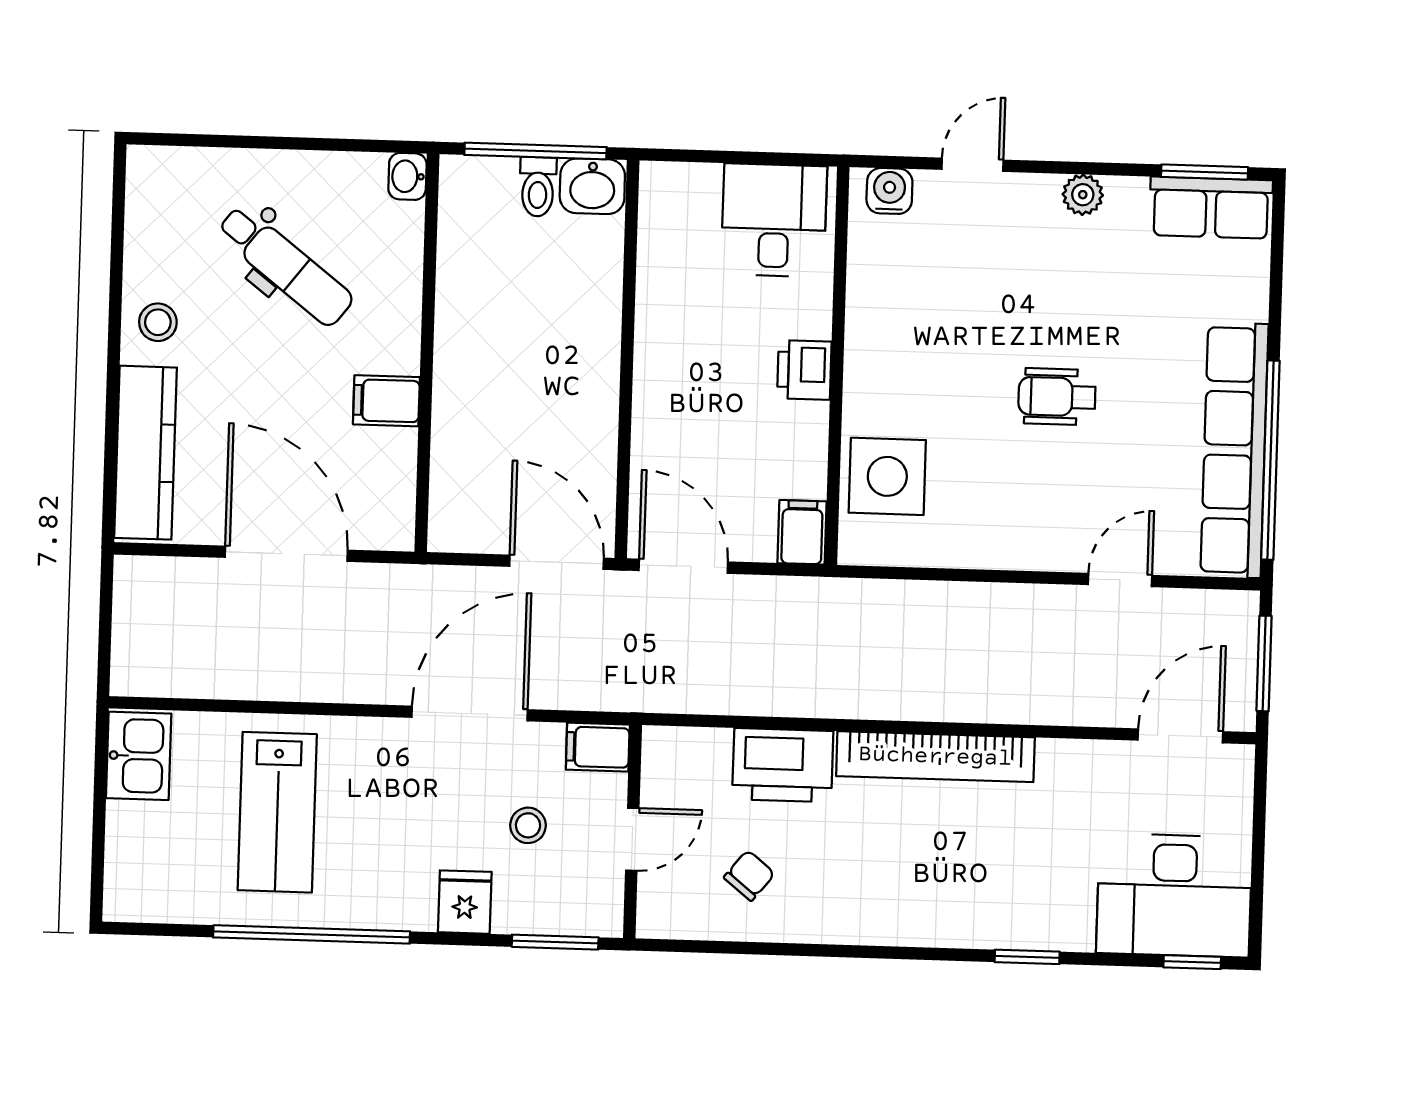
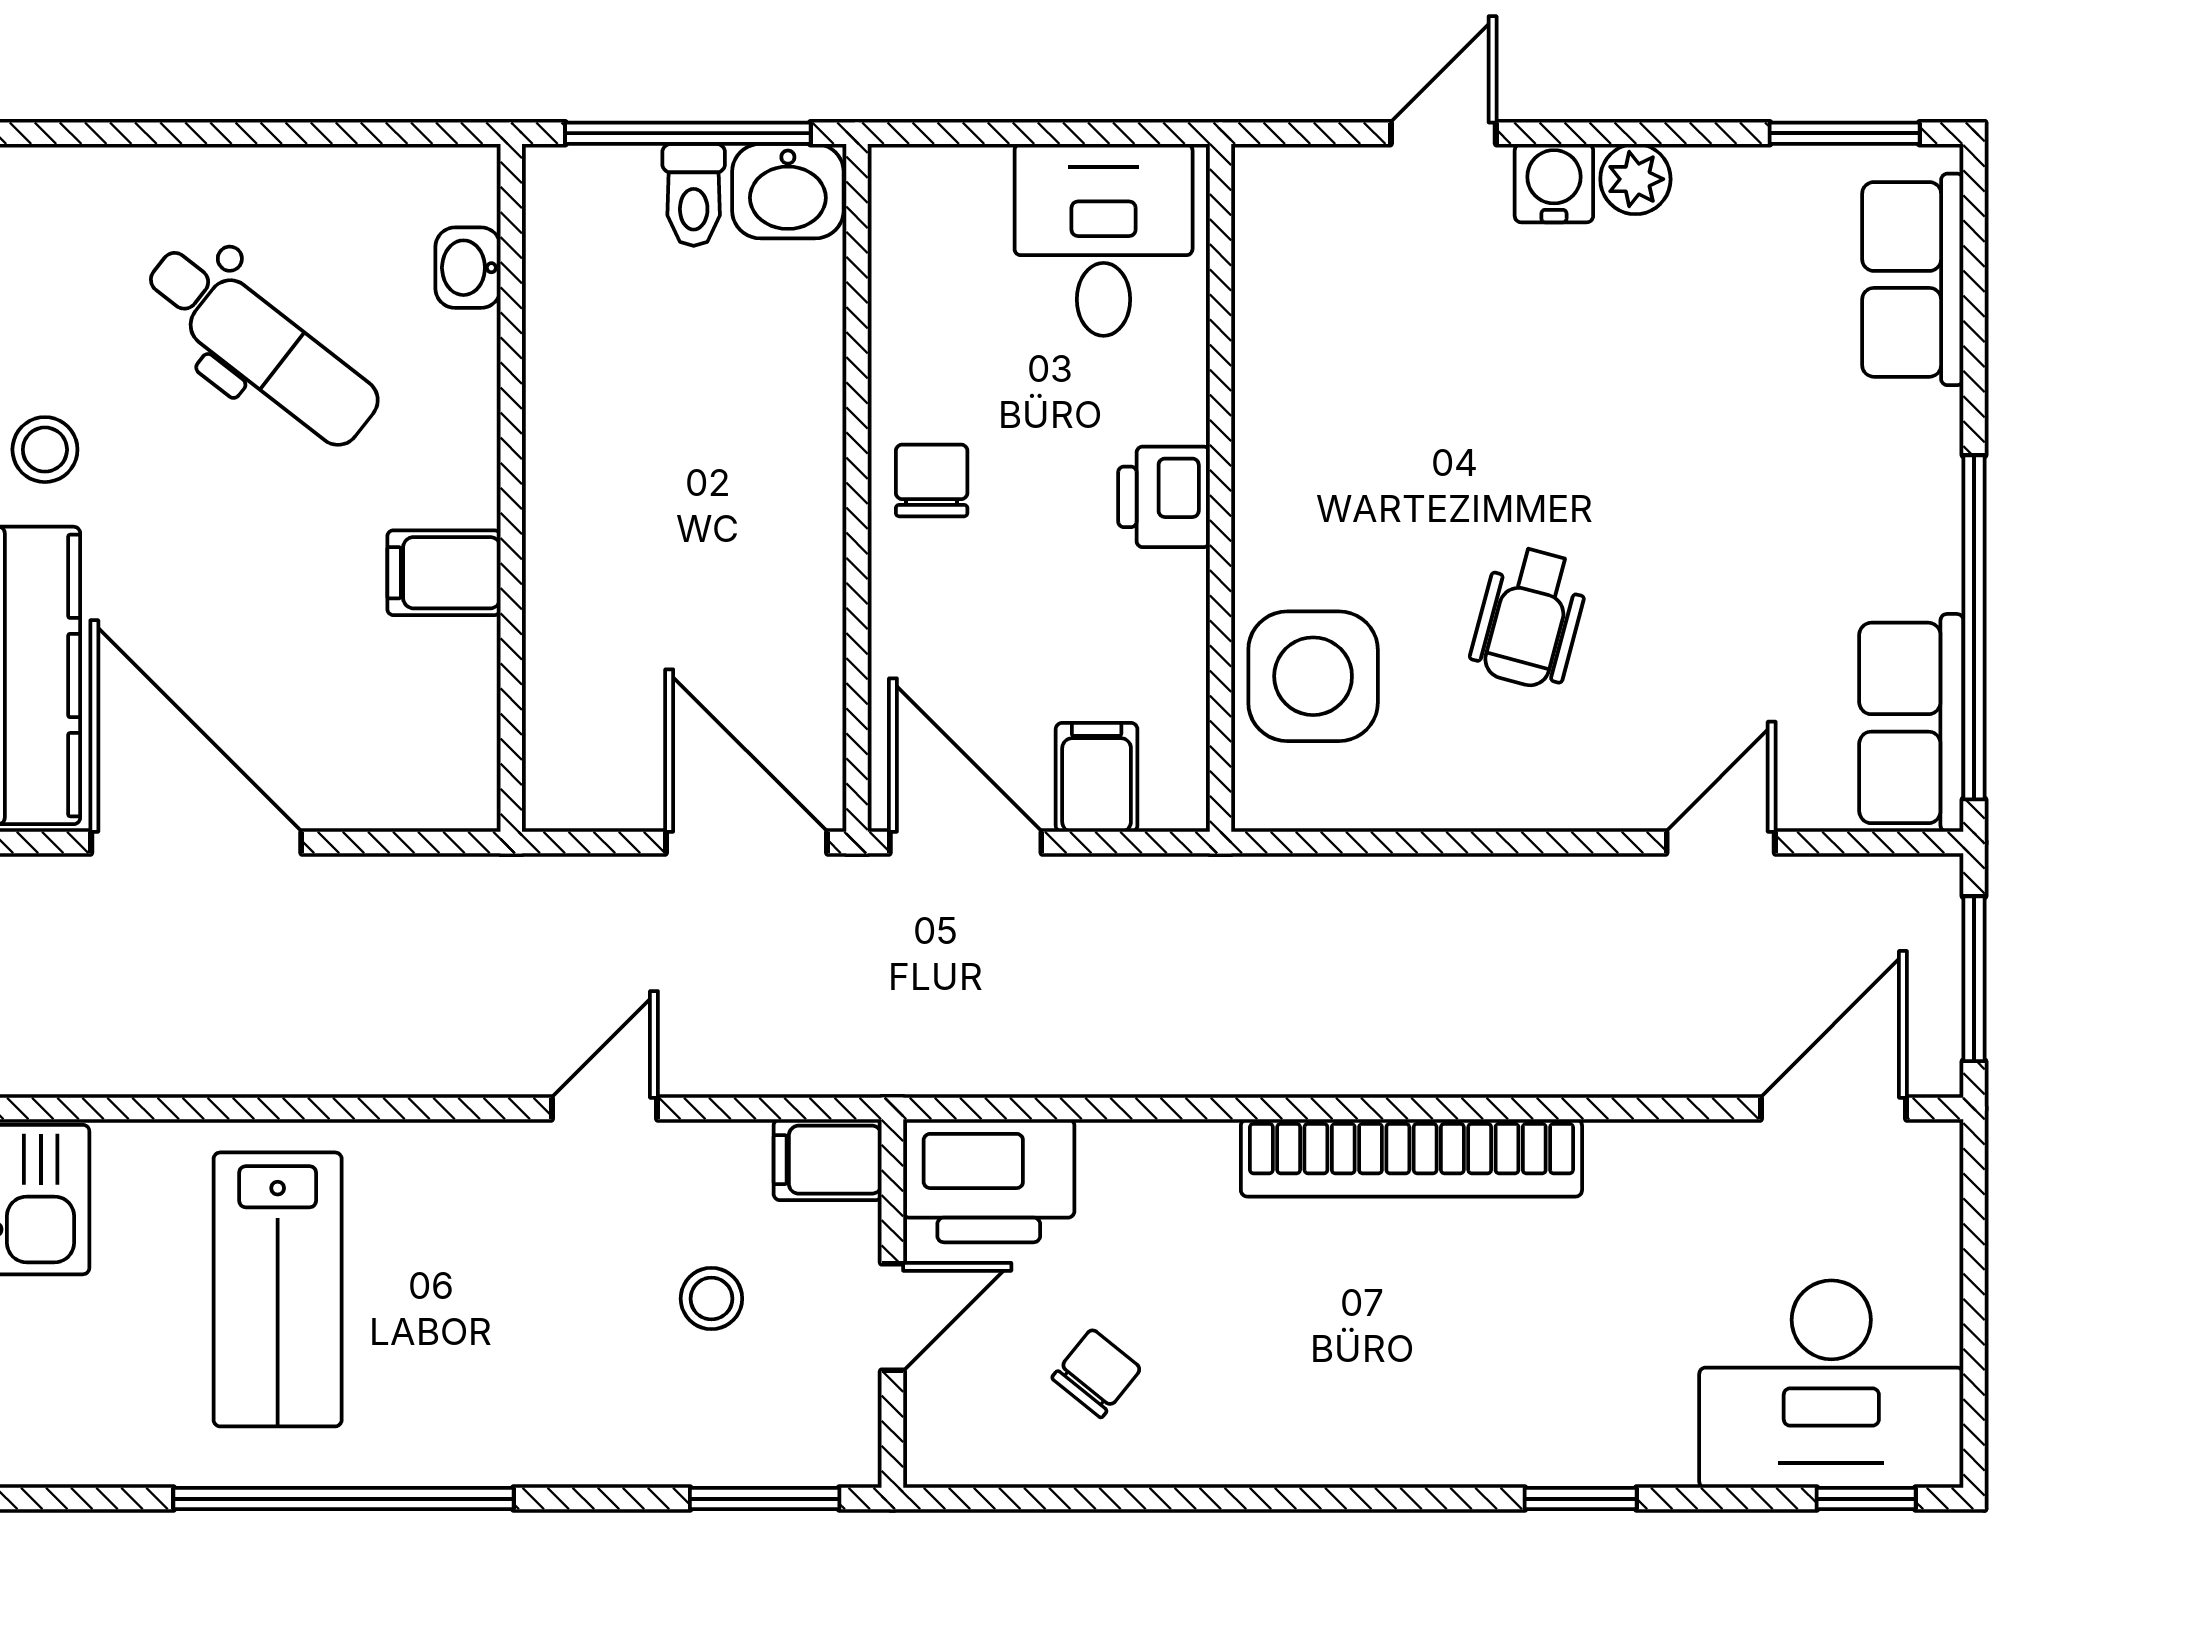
washbasin: (407, 176) -> (468, 268), moved
water cooler: (889, 191) -> (1554, 183), moved
row of seats: (1211, 208) -> (1913, 279), moved, turned 90
chair: (670, 356) -> (932, 480), added
wheelchair: (1057, 397) -> (1530, 617), moved, turned -75
row of seats: (1234, 450) -> (1911, 723), width x0.50
filing cabinet: (802, 532) -> (1097, 777), moved
door: (286, 554) -> (196, 843), moved
door: (470, 714) -> (605, 1108), width x0.53
printer: (783, 765) -> (989, 1181), moved
fridge: (465, 902) -> (606, 1434), removed

